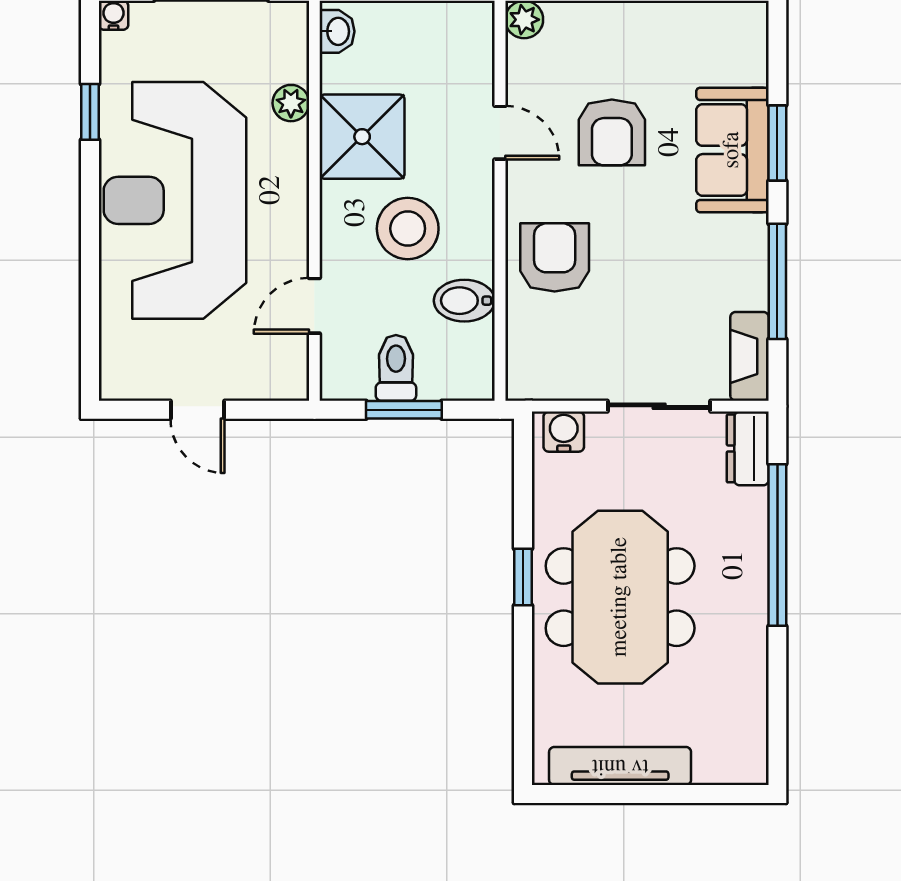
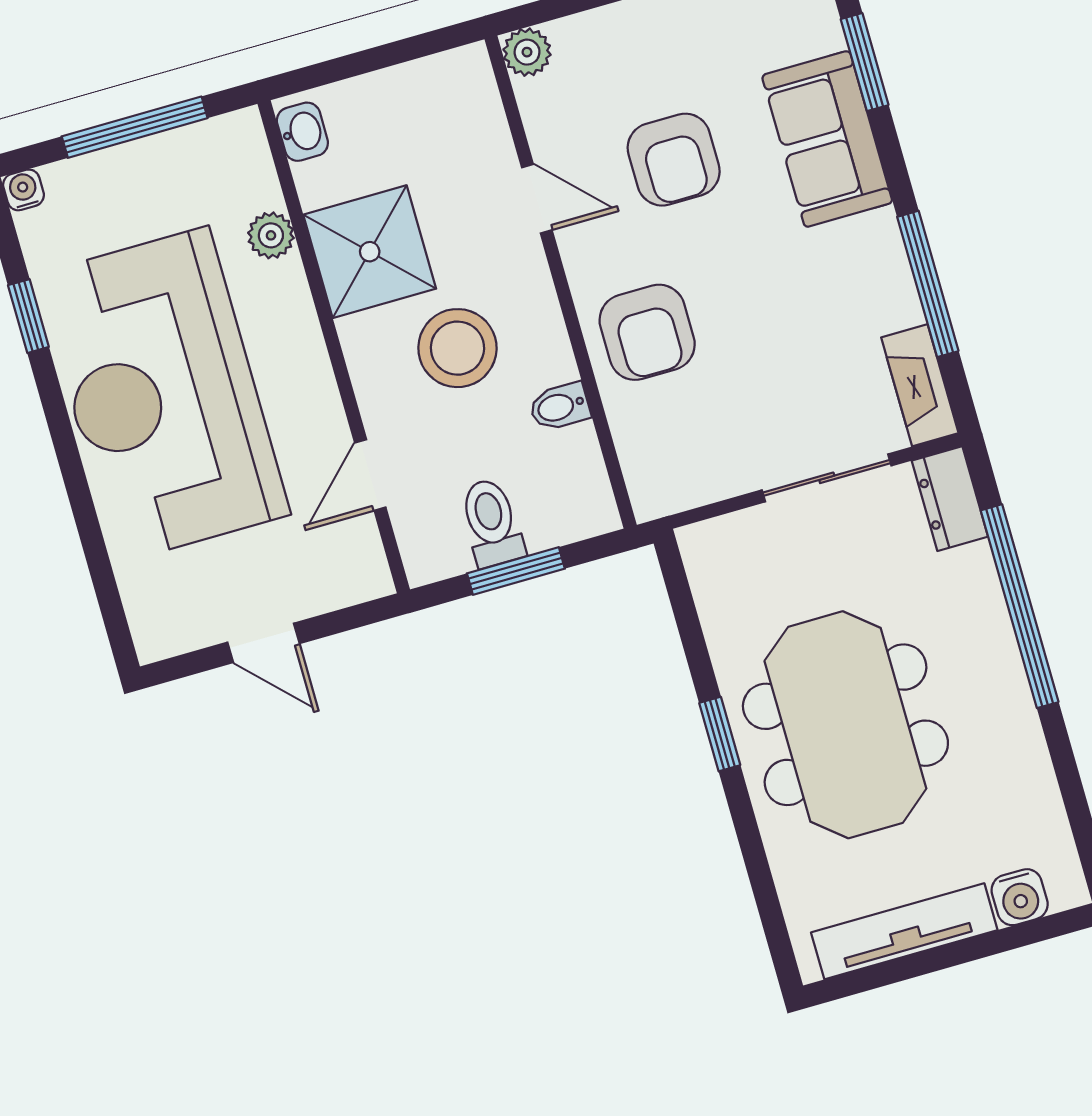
window: (777, 143) -> (865, 62), moved
armchair: (555, 257) -> (647, 332), turned 180
bidet: (464, 301) -> (560, 407), width x0.72, depth x0.74
water cooler: (564, 432) -> (1020, 897), moved, turned 180

